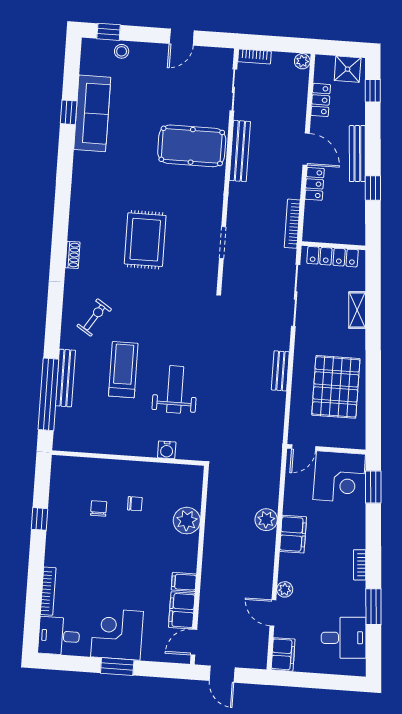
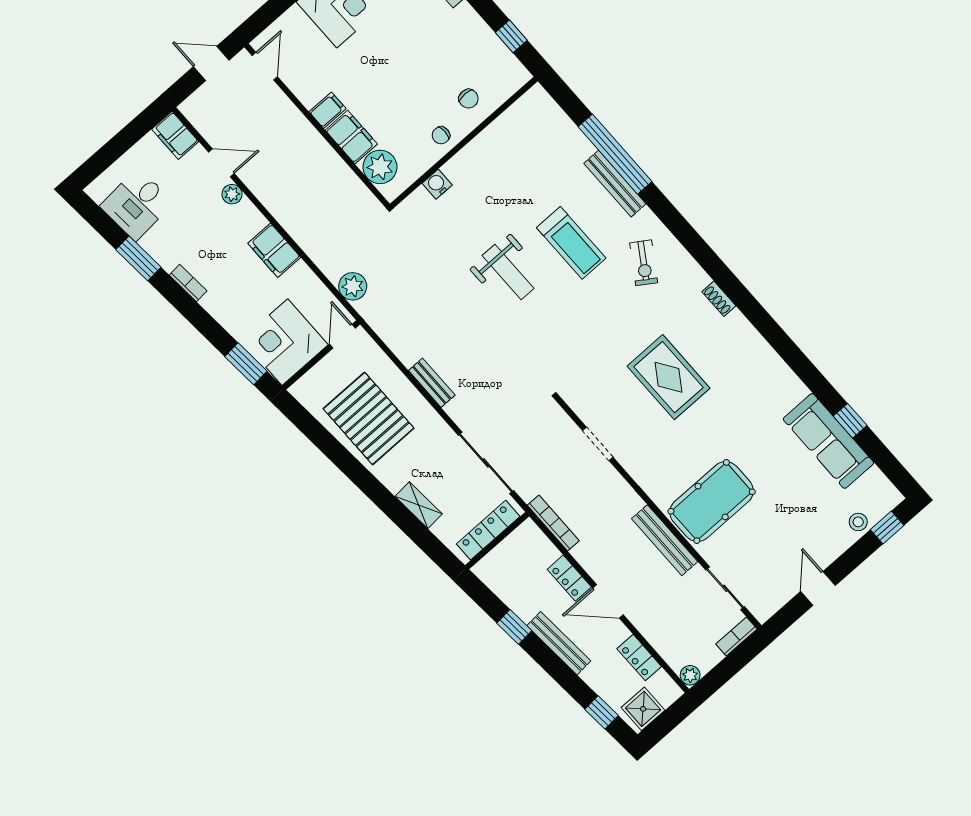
water cooler: (167, 450) -> (437, 184), moved
wall: (128, 458) -> (464, 142), moved
plant: (266, 520) -> (353, 286), moved
filing cabinet: (182, 610) -> (351, 137), moved

